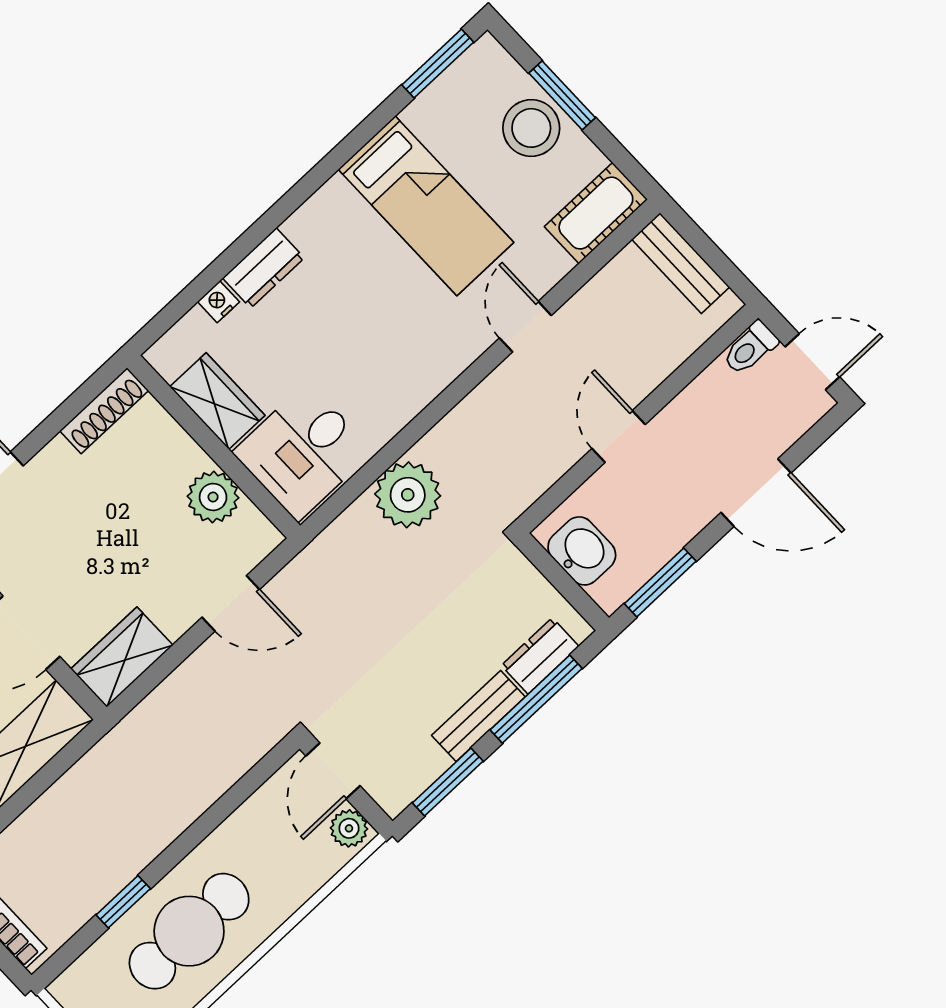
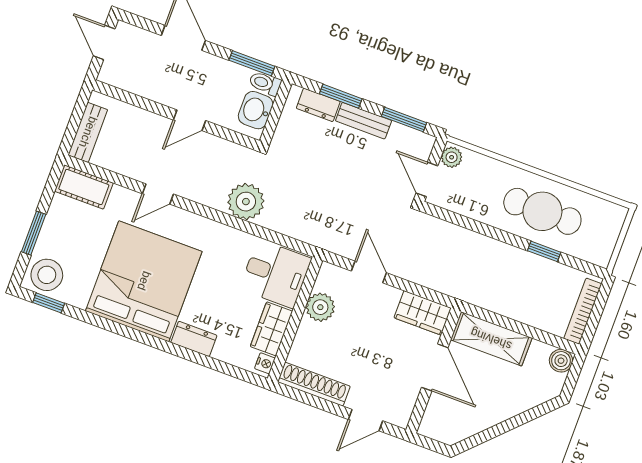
window: (438, 64) -> (49, 303), width x0.67
stool: (531, 128) -> (47, 275), moved
bed: (426, 206) -> (144, 281), width x2.04
nightstand: (218, 302) -> (265, 363), moved, turned -90
toilet: (750, 348) -> (265, 83), moved, turned 180
shoe rack: (104, 411) -> (314, 384), width x1.36, depth x1.24
plant: (408, 495) -> (246, 202), moved
window: (536, 699) -> (341, 96), width x0.69
door: (333, 771) -> (427, 179), swing flipped

